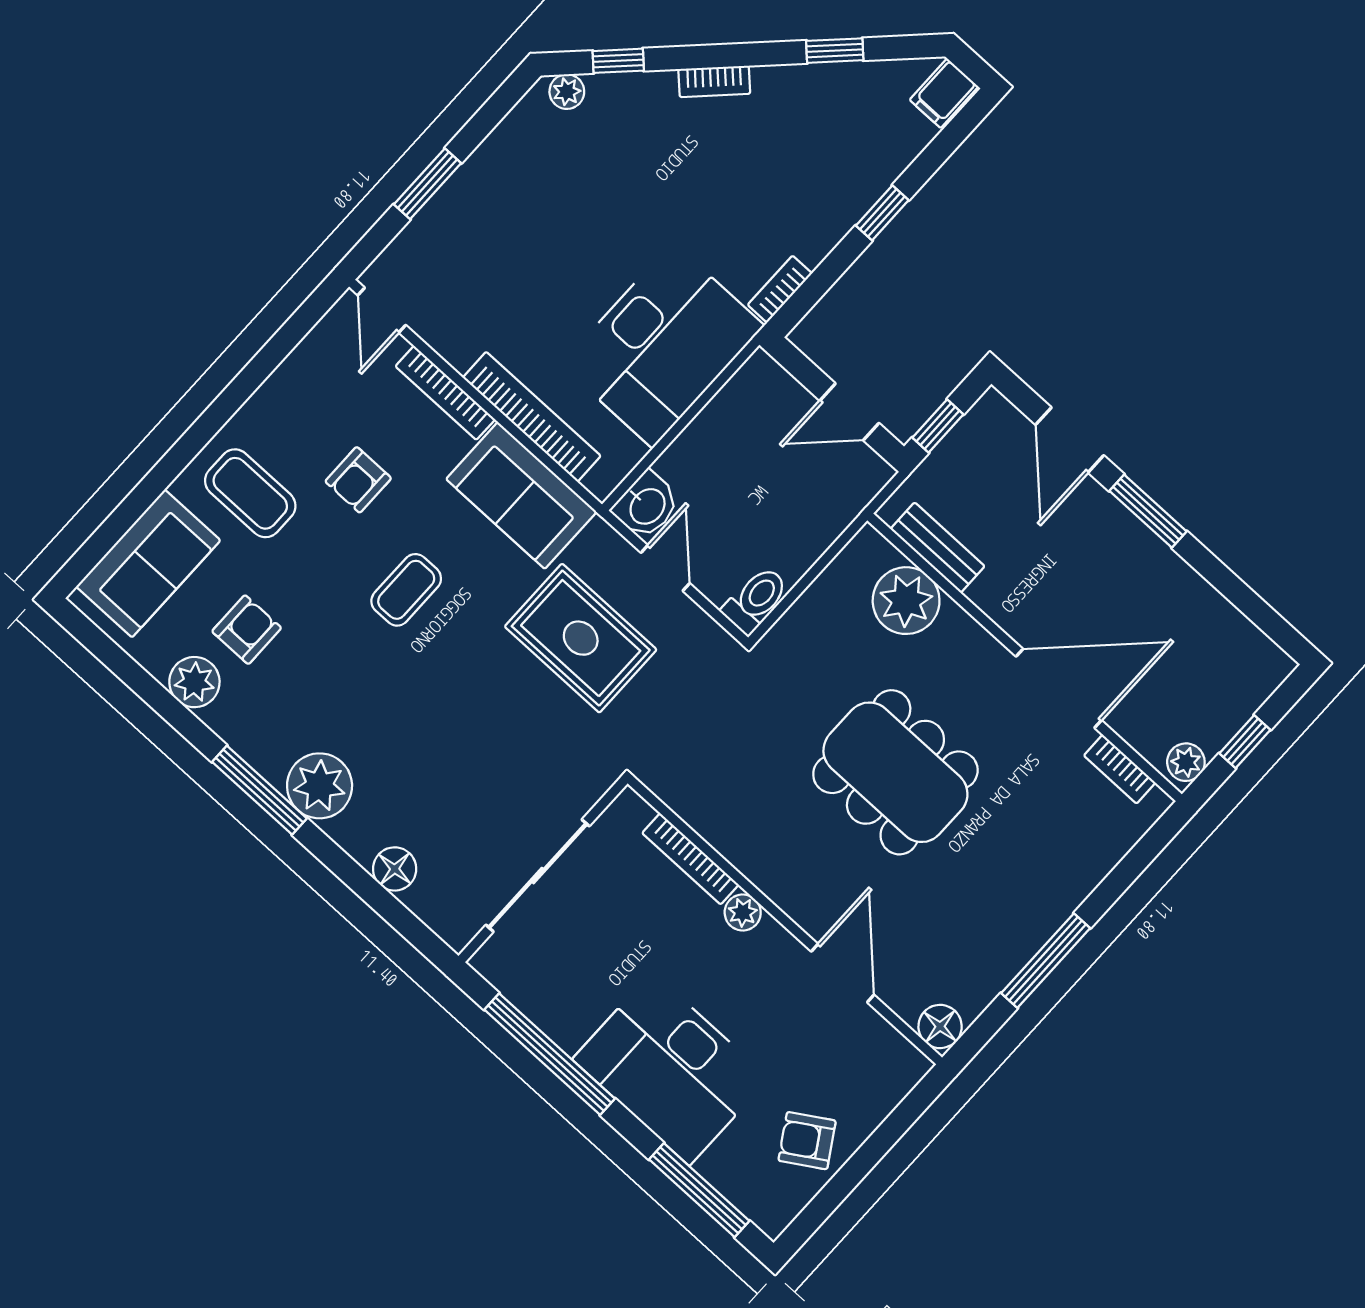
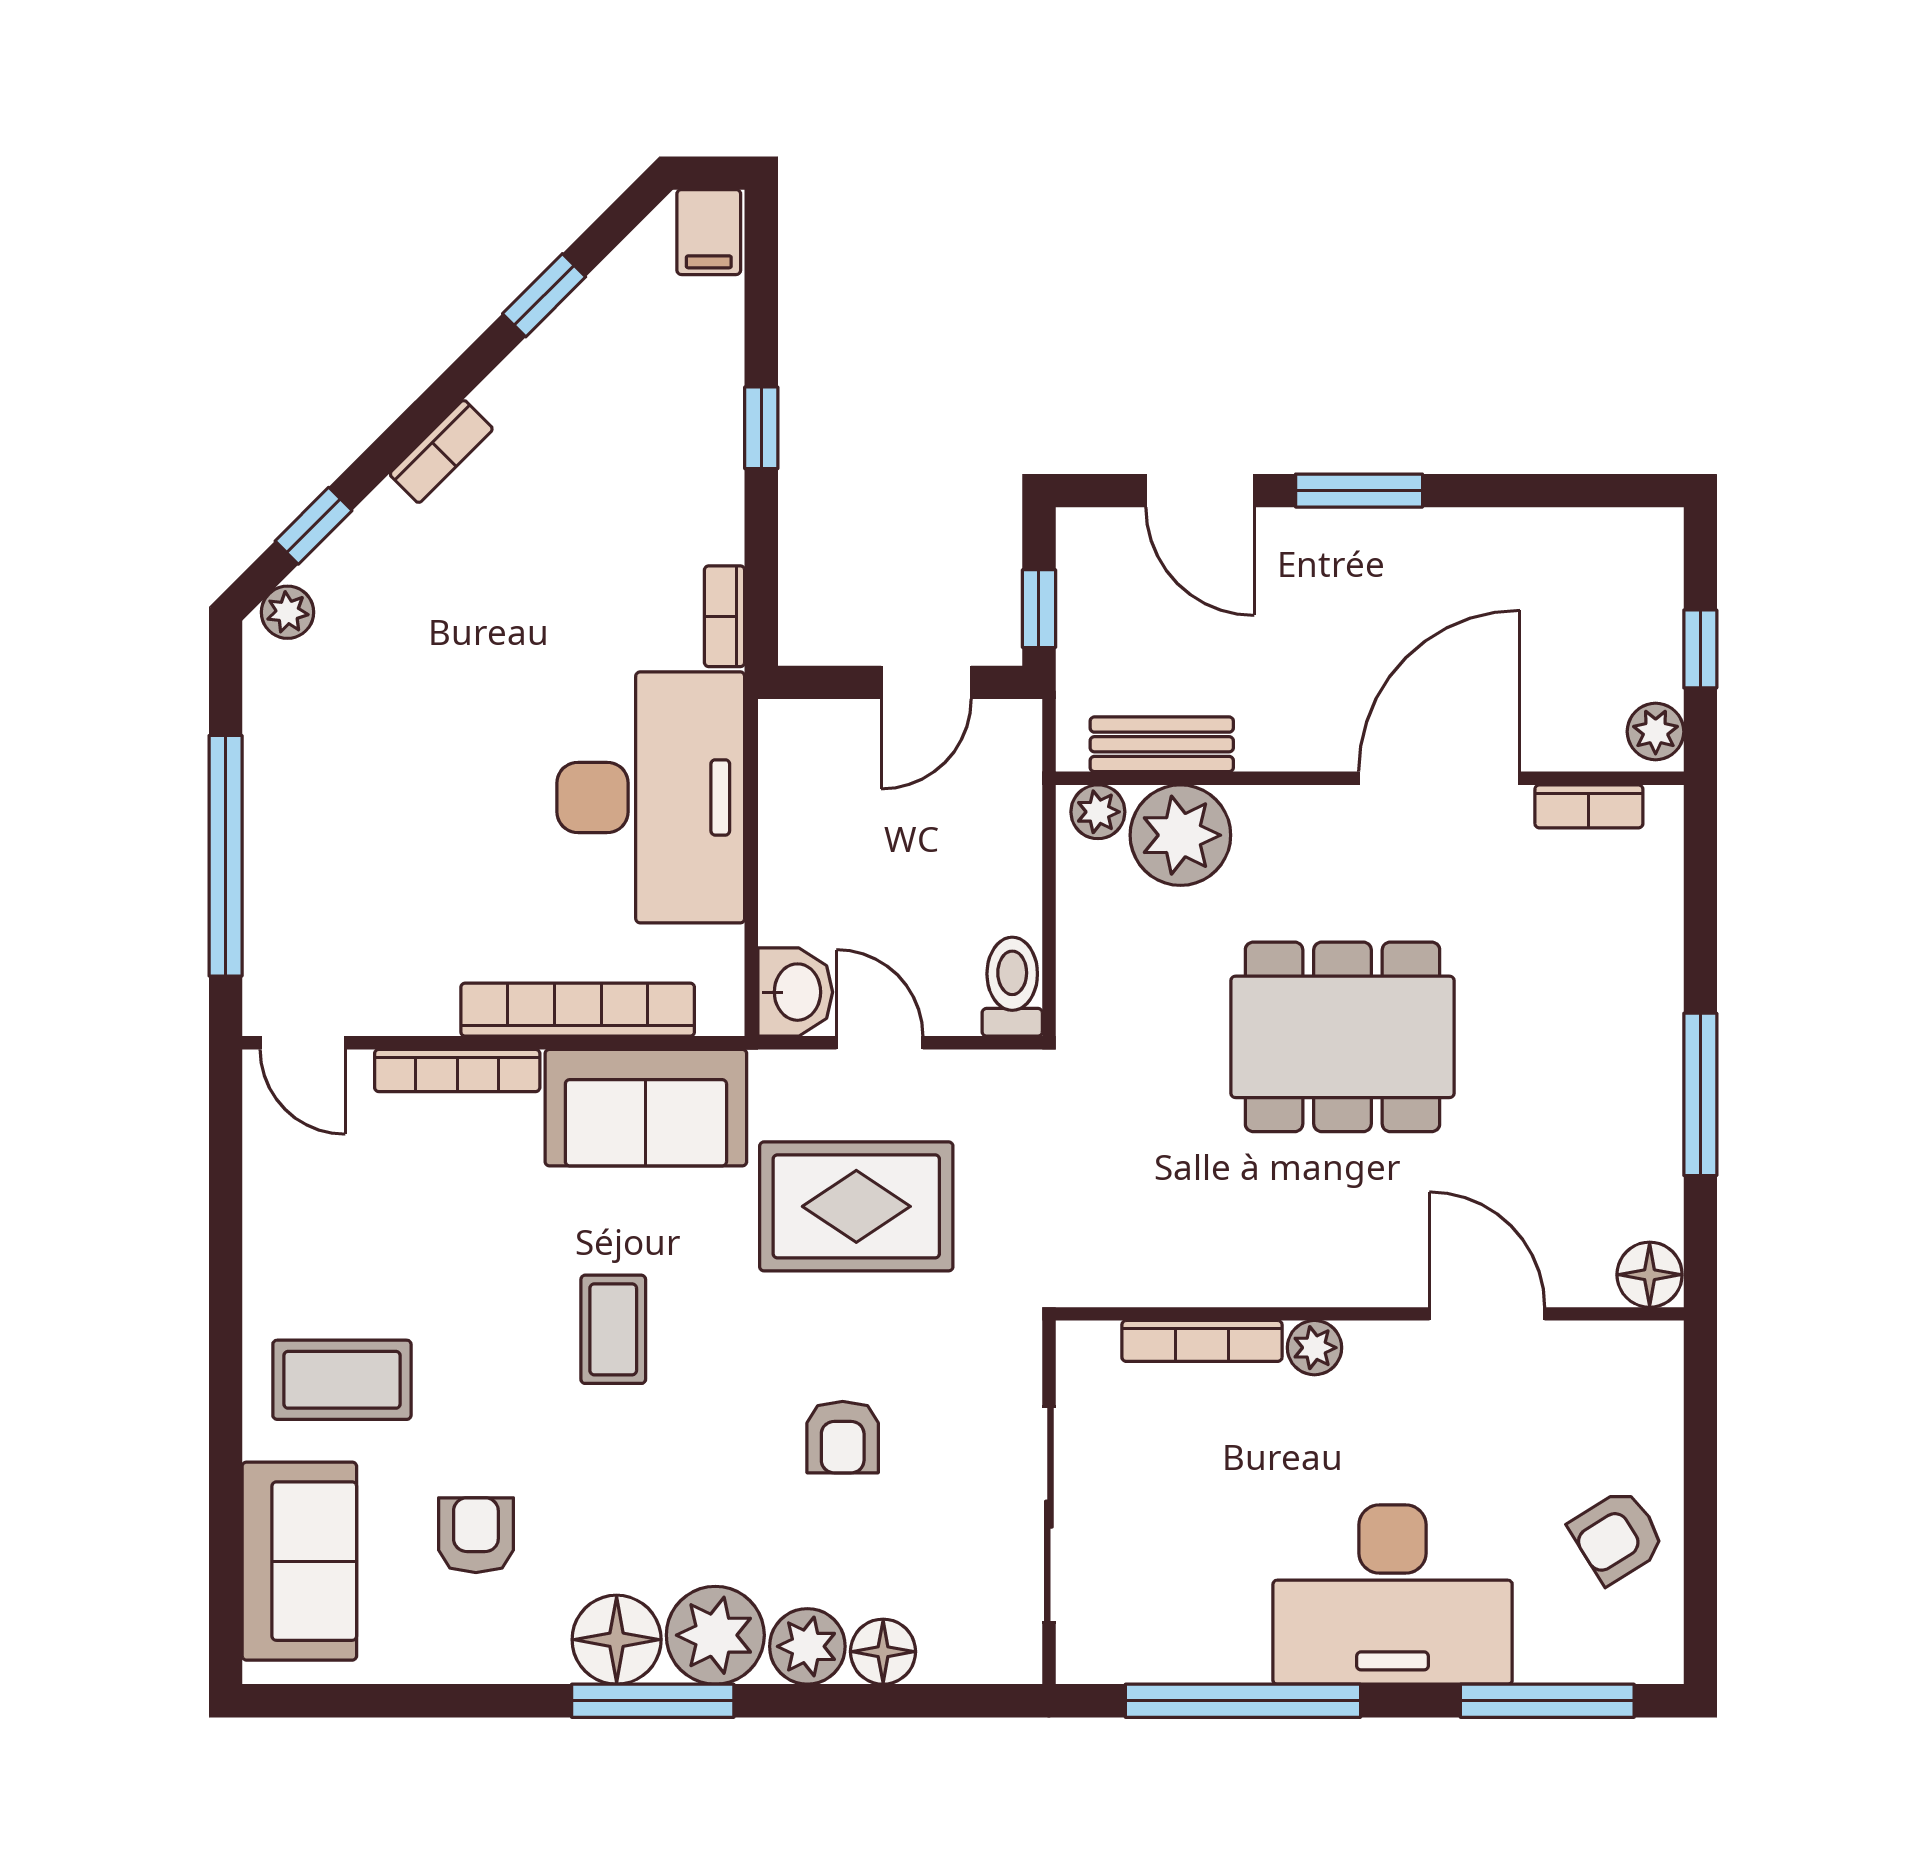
window: (427, 184) -> (226, 856), width x2.11
armchair: (358, 480) -> (843, 1437), moved
plant: (876, 552) -> (1098, 812), added
plant: (194, 682) -> (807, 1646), moved
floor lamp: (269, 744) -> (617, 1640), added

